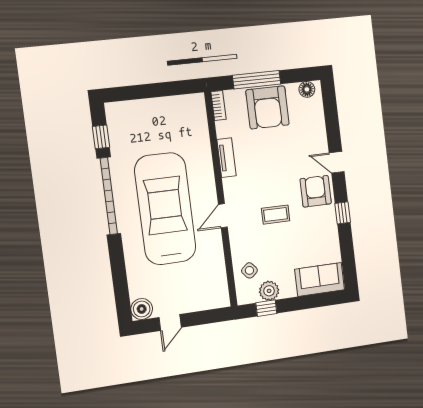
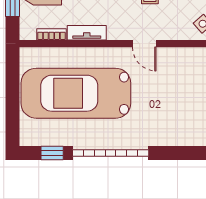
bookcase: (218, 106) -> (51, 34), moved
car: (165, 209) -> (76, 93), moved

